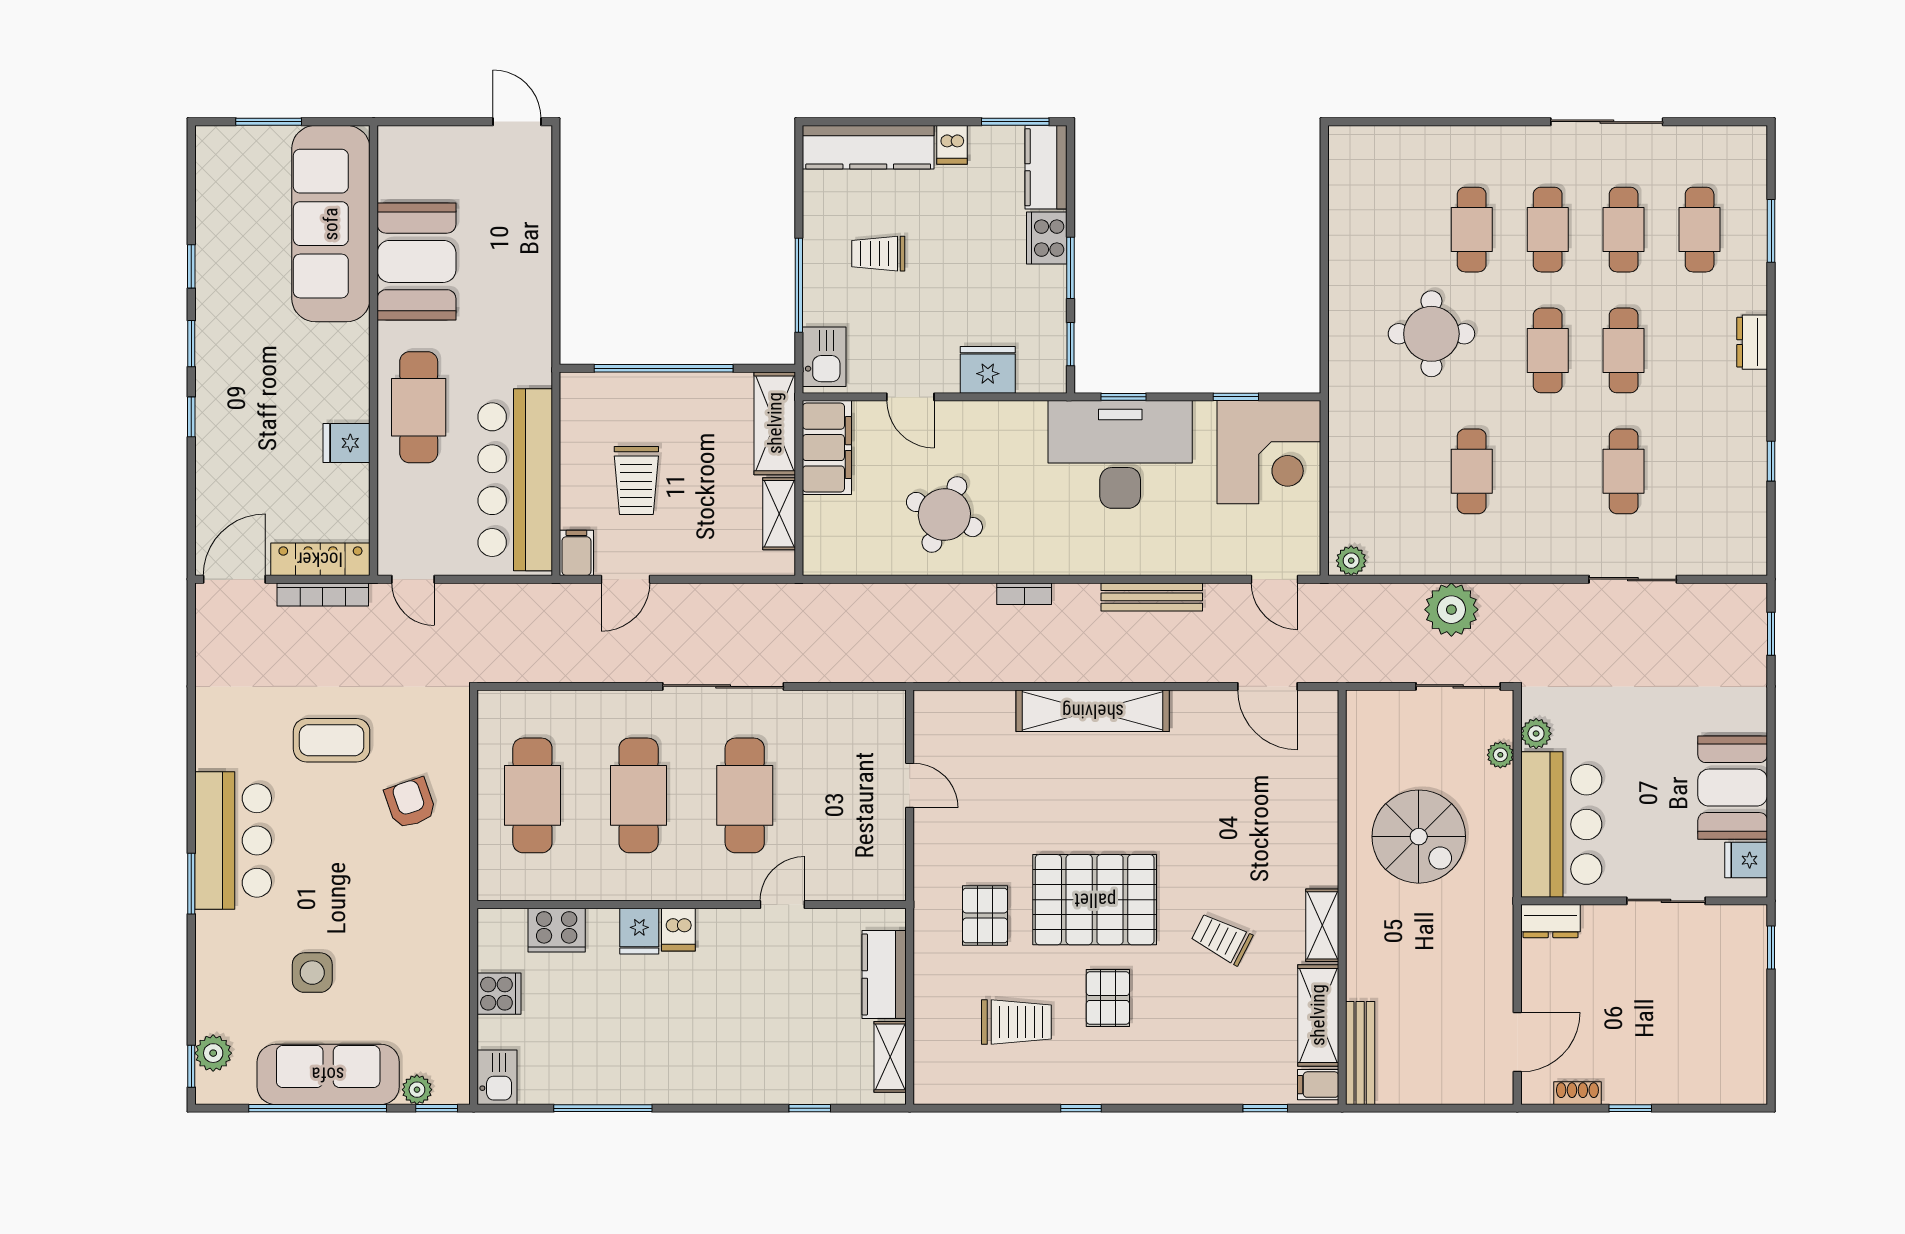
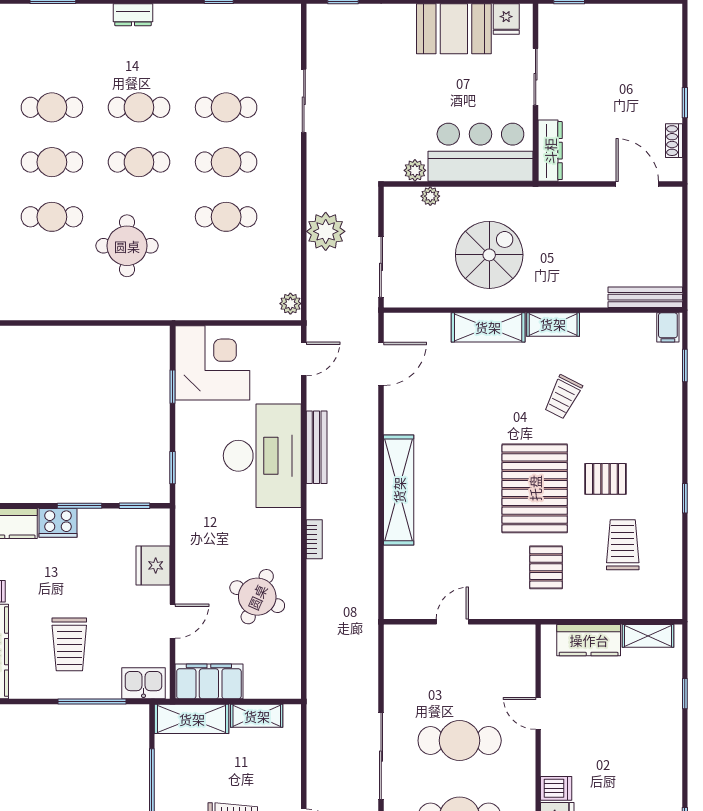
cafe table: (1700, 230) -> (226, 162), moved
trolley: (878, 254) -> (69, 644), width x1.36, depth x1.39
desk: (1120, 454) -> (262, 456), moved, turned 180
sliding door: (1458, 686) -> (381, 267), moved
pallet: (985, 916) -> (546, 567), turned 90
dresser: (1551, 921) -> (550, 151), width x1.44
shelving: (1318, 1015) -> (488, 327), moved

